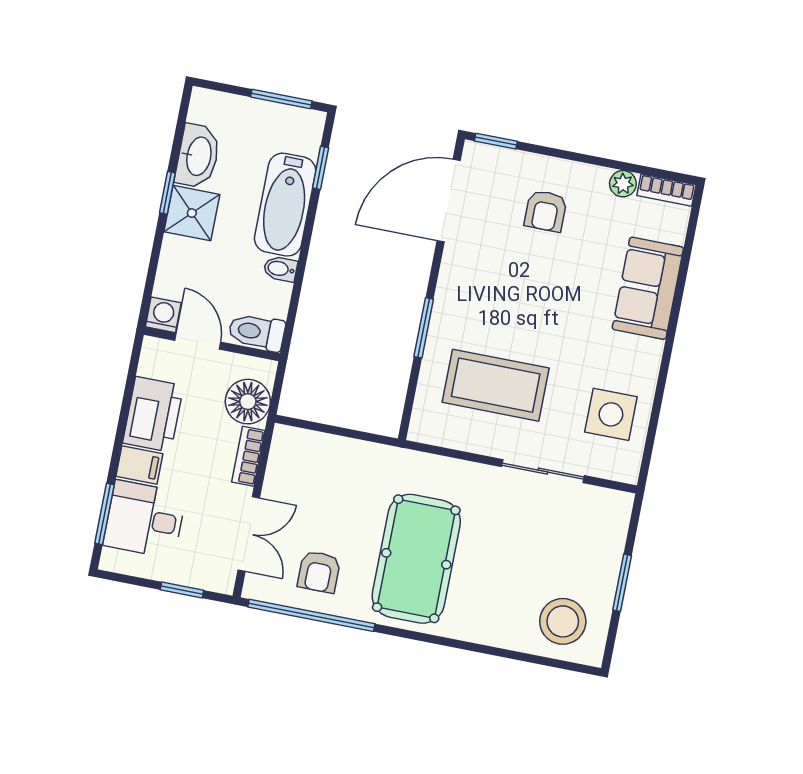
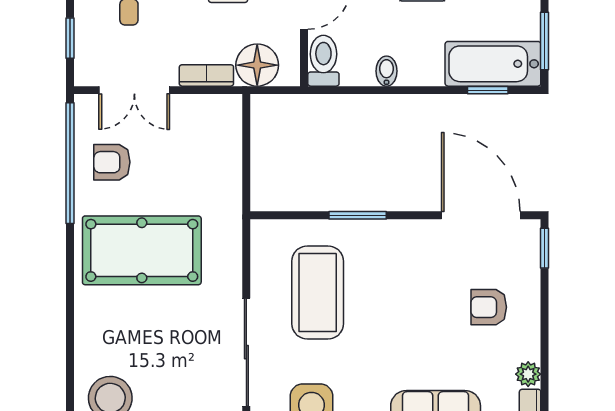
bathtub: (285, 205) -> (493, 64), moved
sliding door: (543, 471) -> (246, 352), width x1.37

